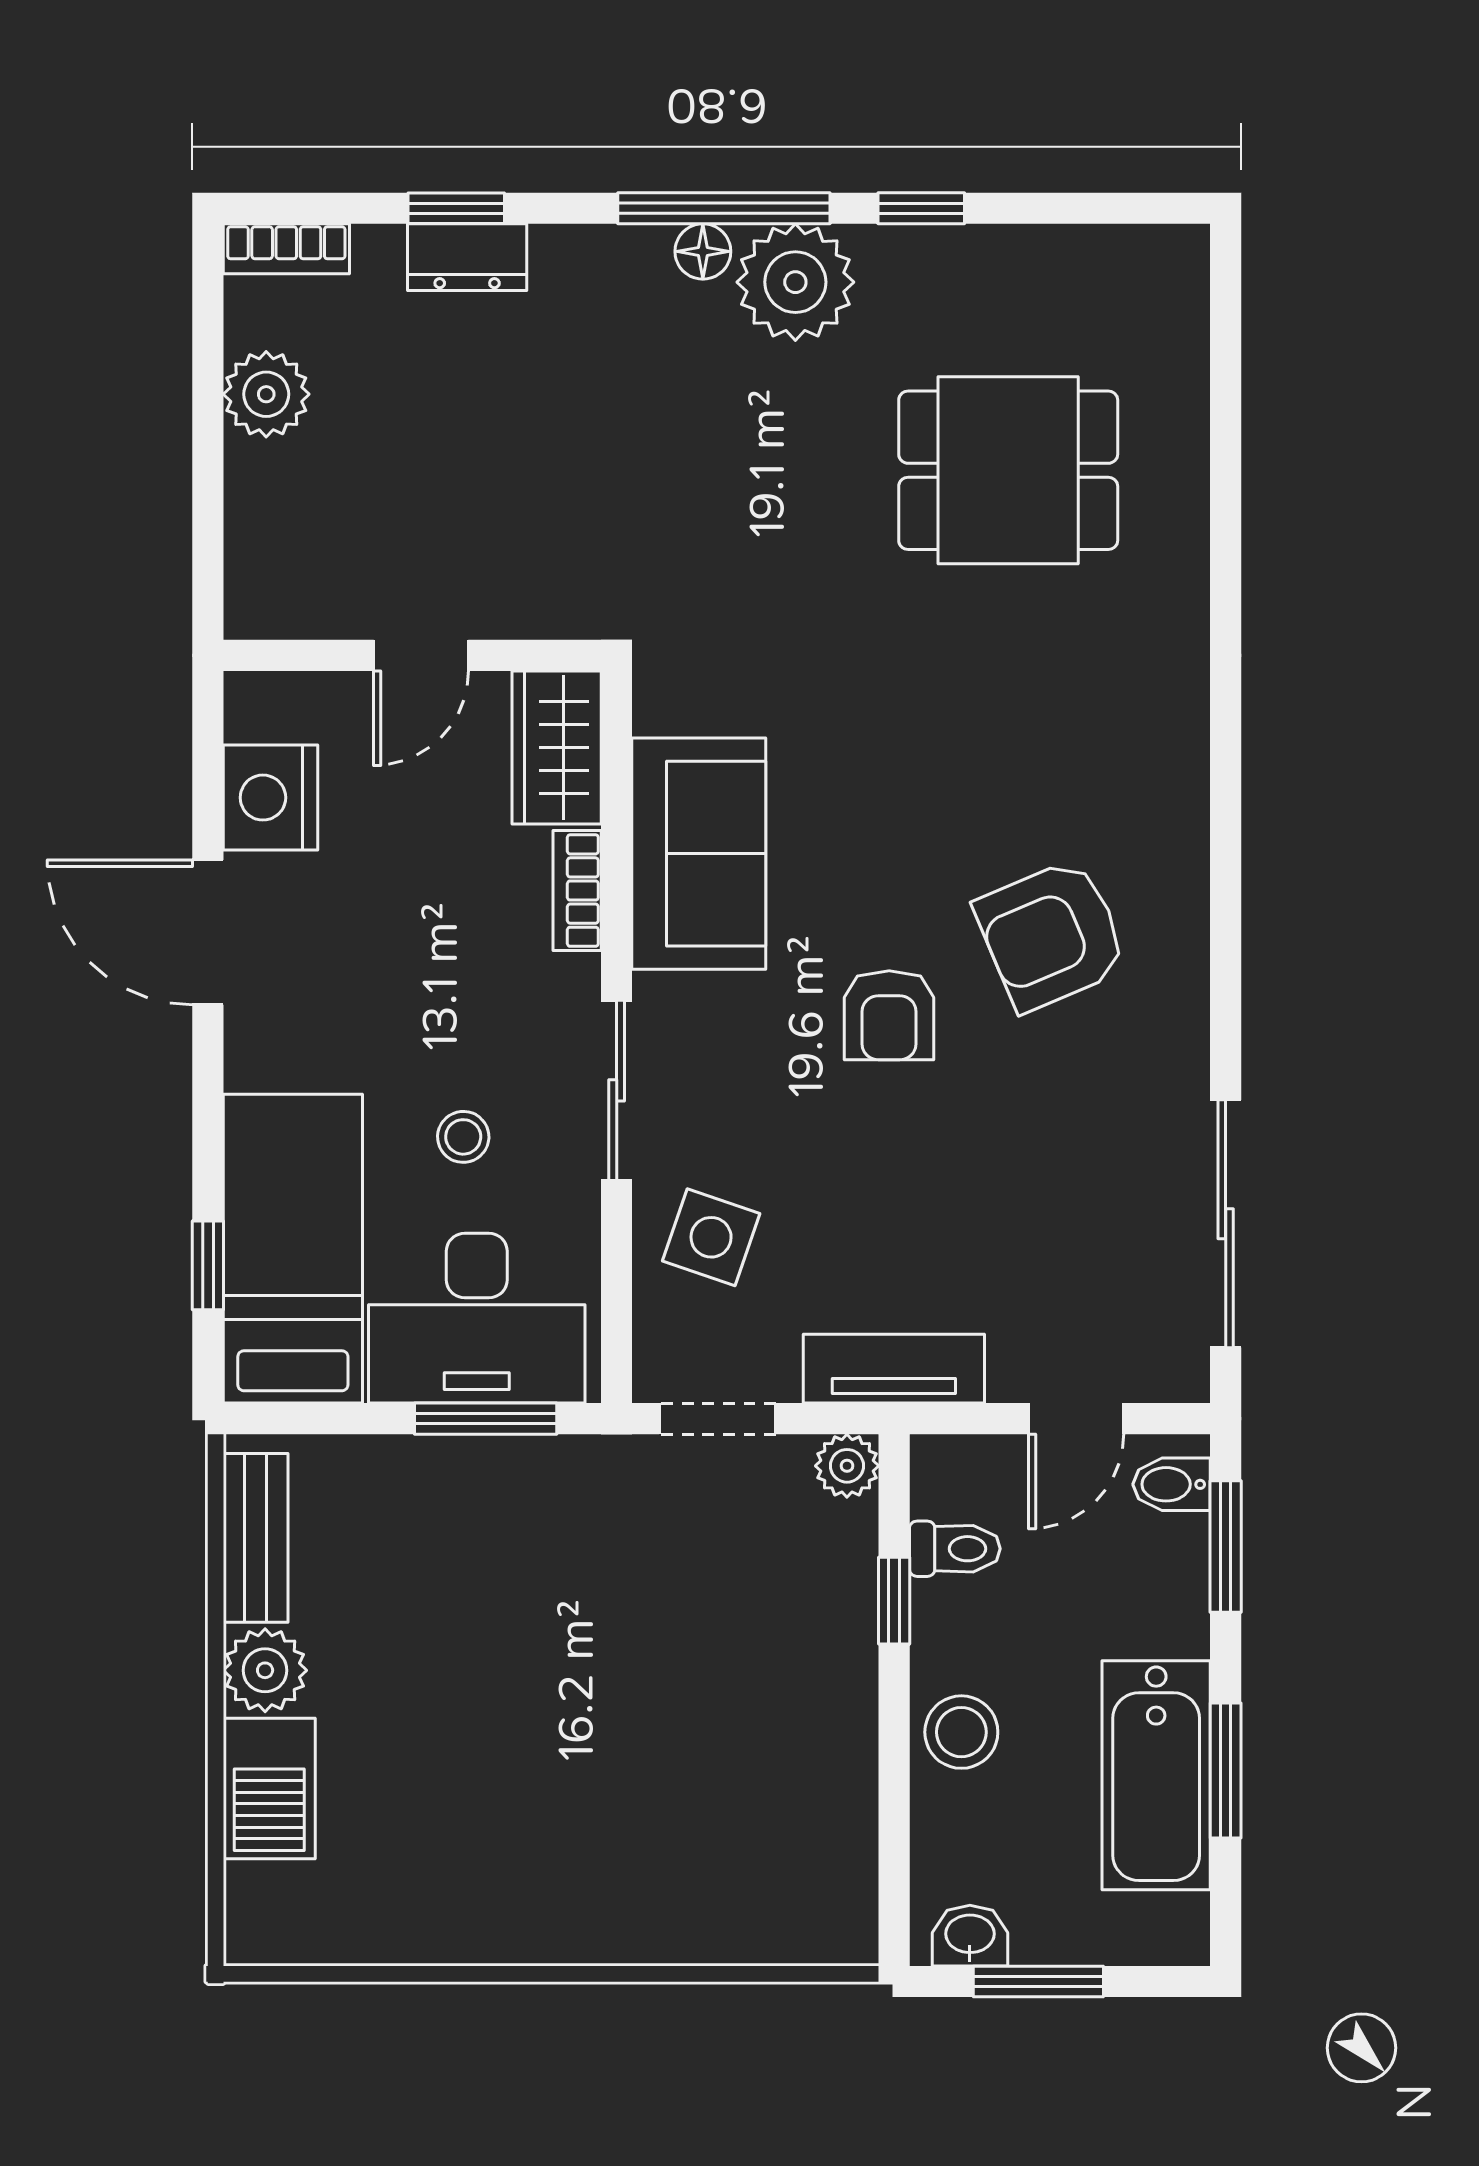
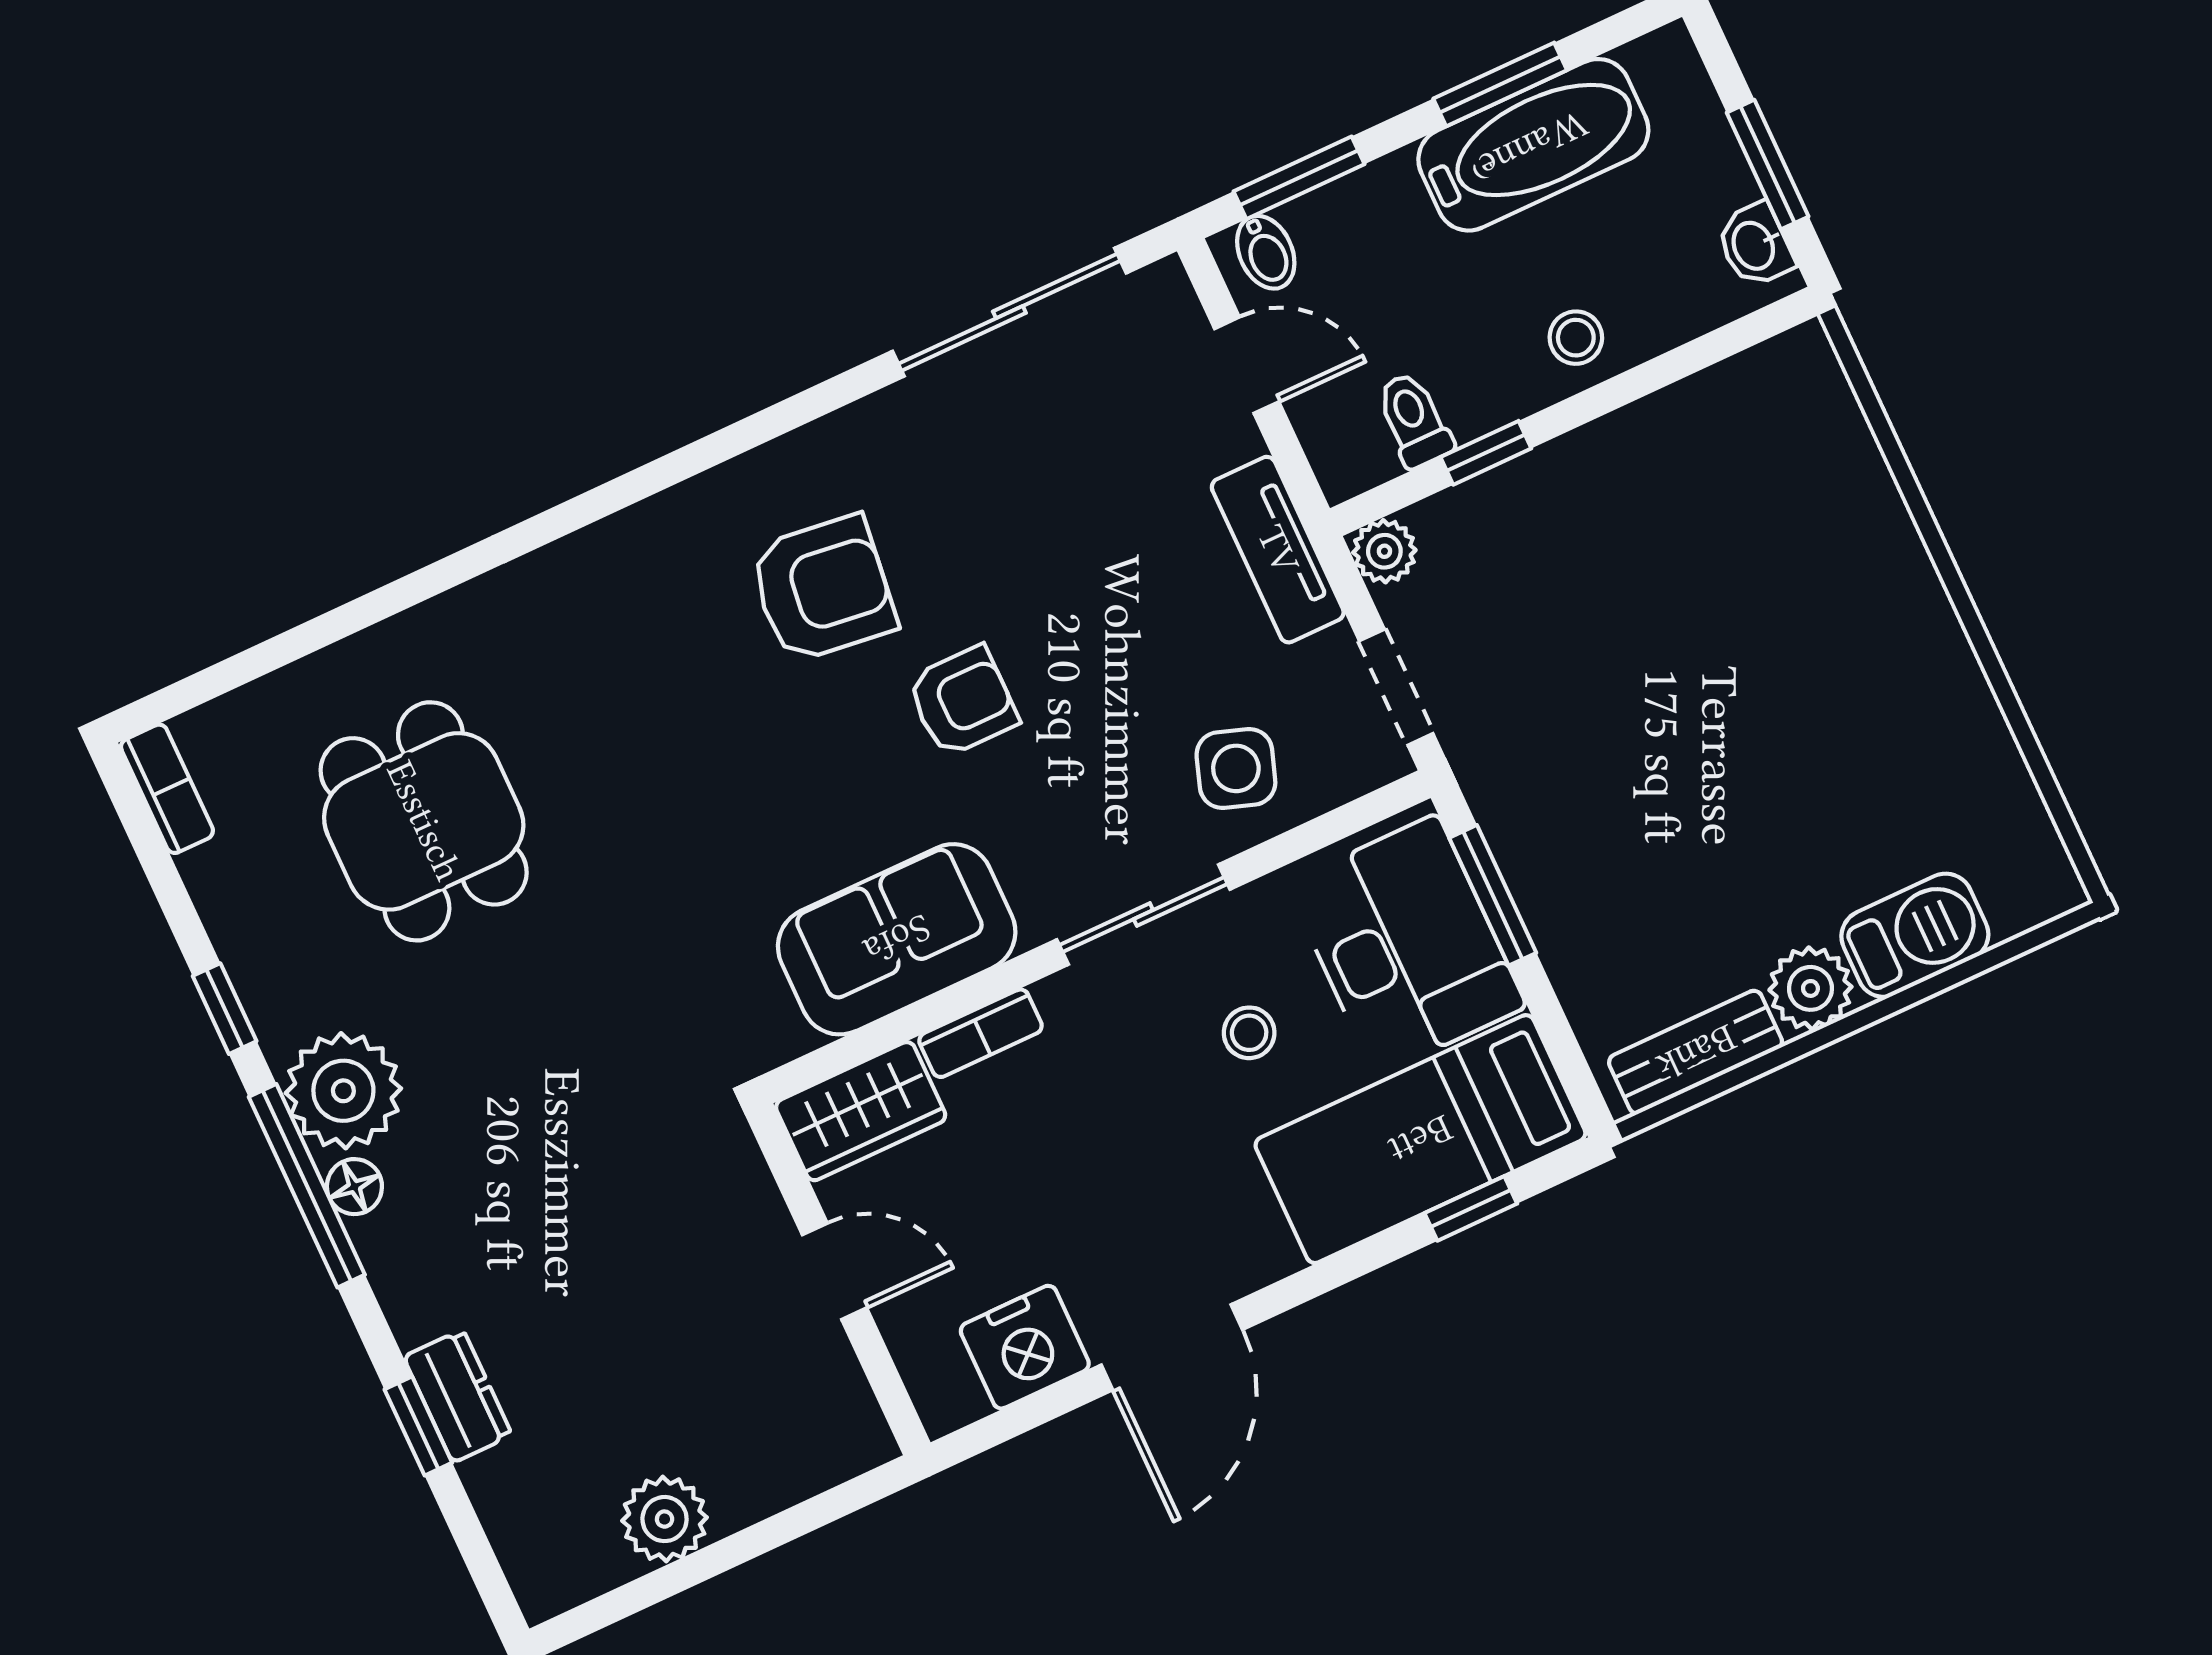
bookcase: (286, 249) -> (167, 789), moved
armchair: (1051, 935) -> (823, 589), turned -60
stool: (961, 1732) -> (1576, 338), width x0.73, depth x0.73

